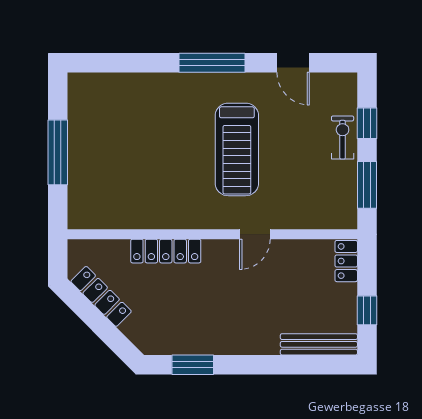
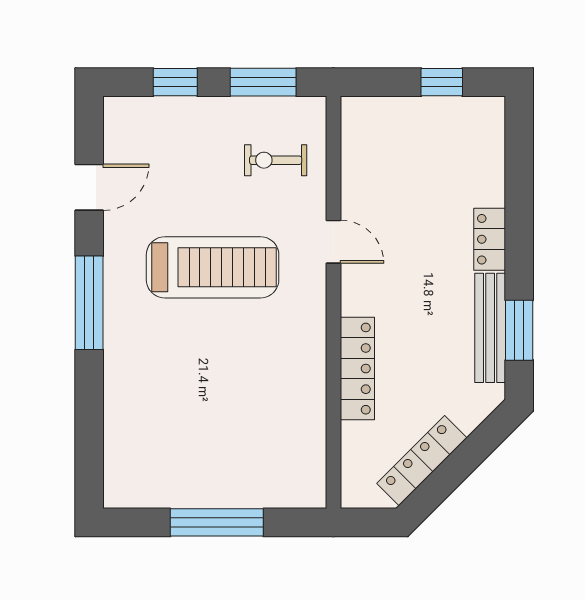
exercise bike: (343, 138) -> (276, 160), moved
locker: (346, 261) -> (490, 239), moved, turned 90
bench: (319, 344) -> (490, 328), moved

